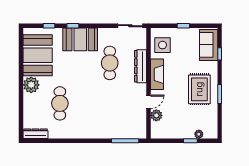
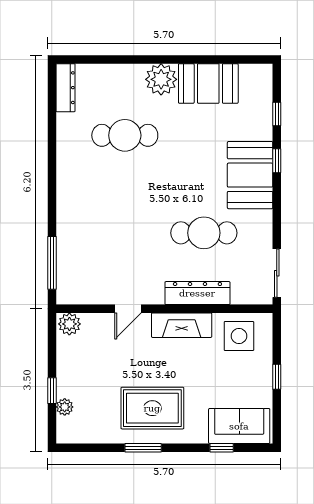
booth: (38, 55) -> (208, 83), width x0.73, depth x0.70
door: (149, 102) -> (128, 309), hinge flipped
plant: (156, 115) -> (69, 324), moved

